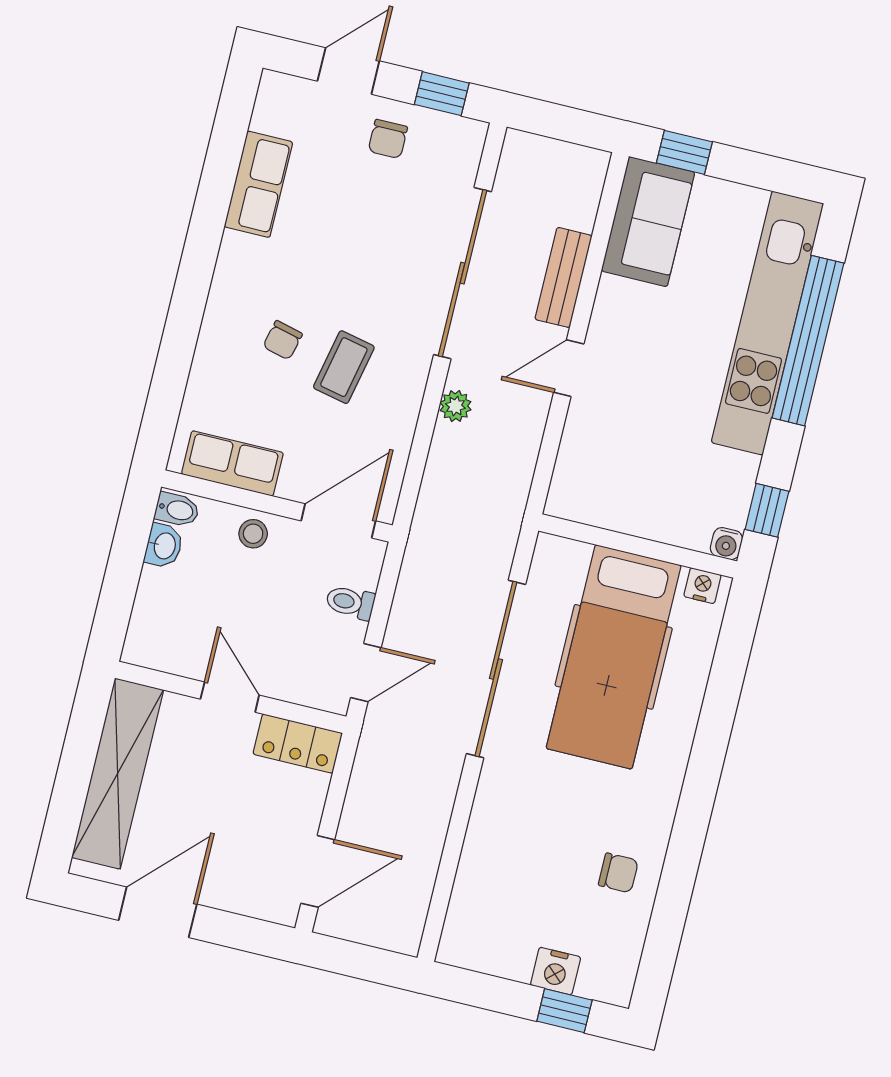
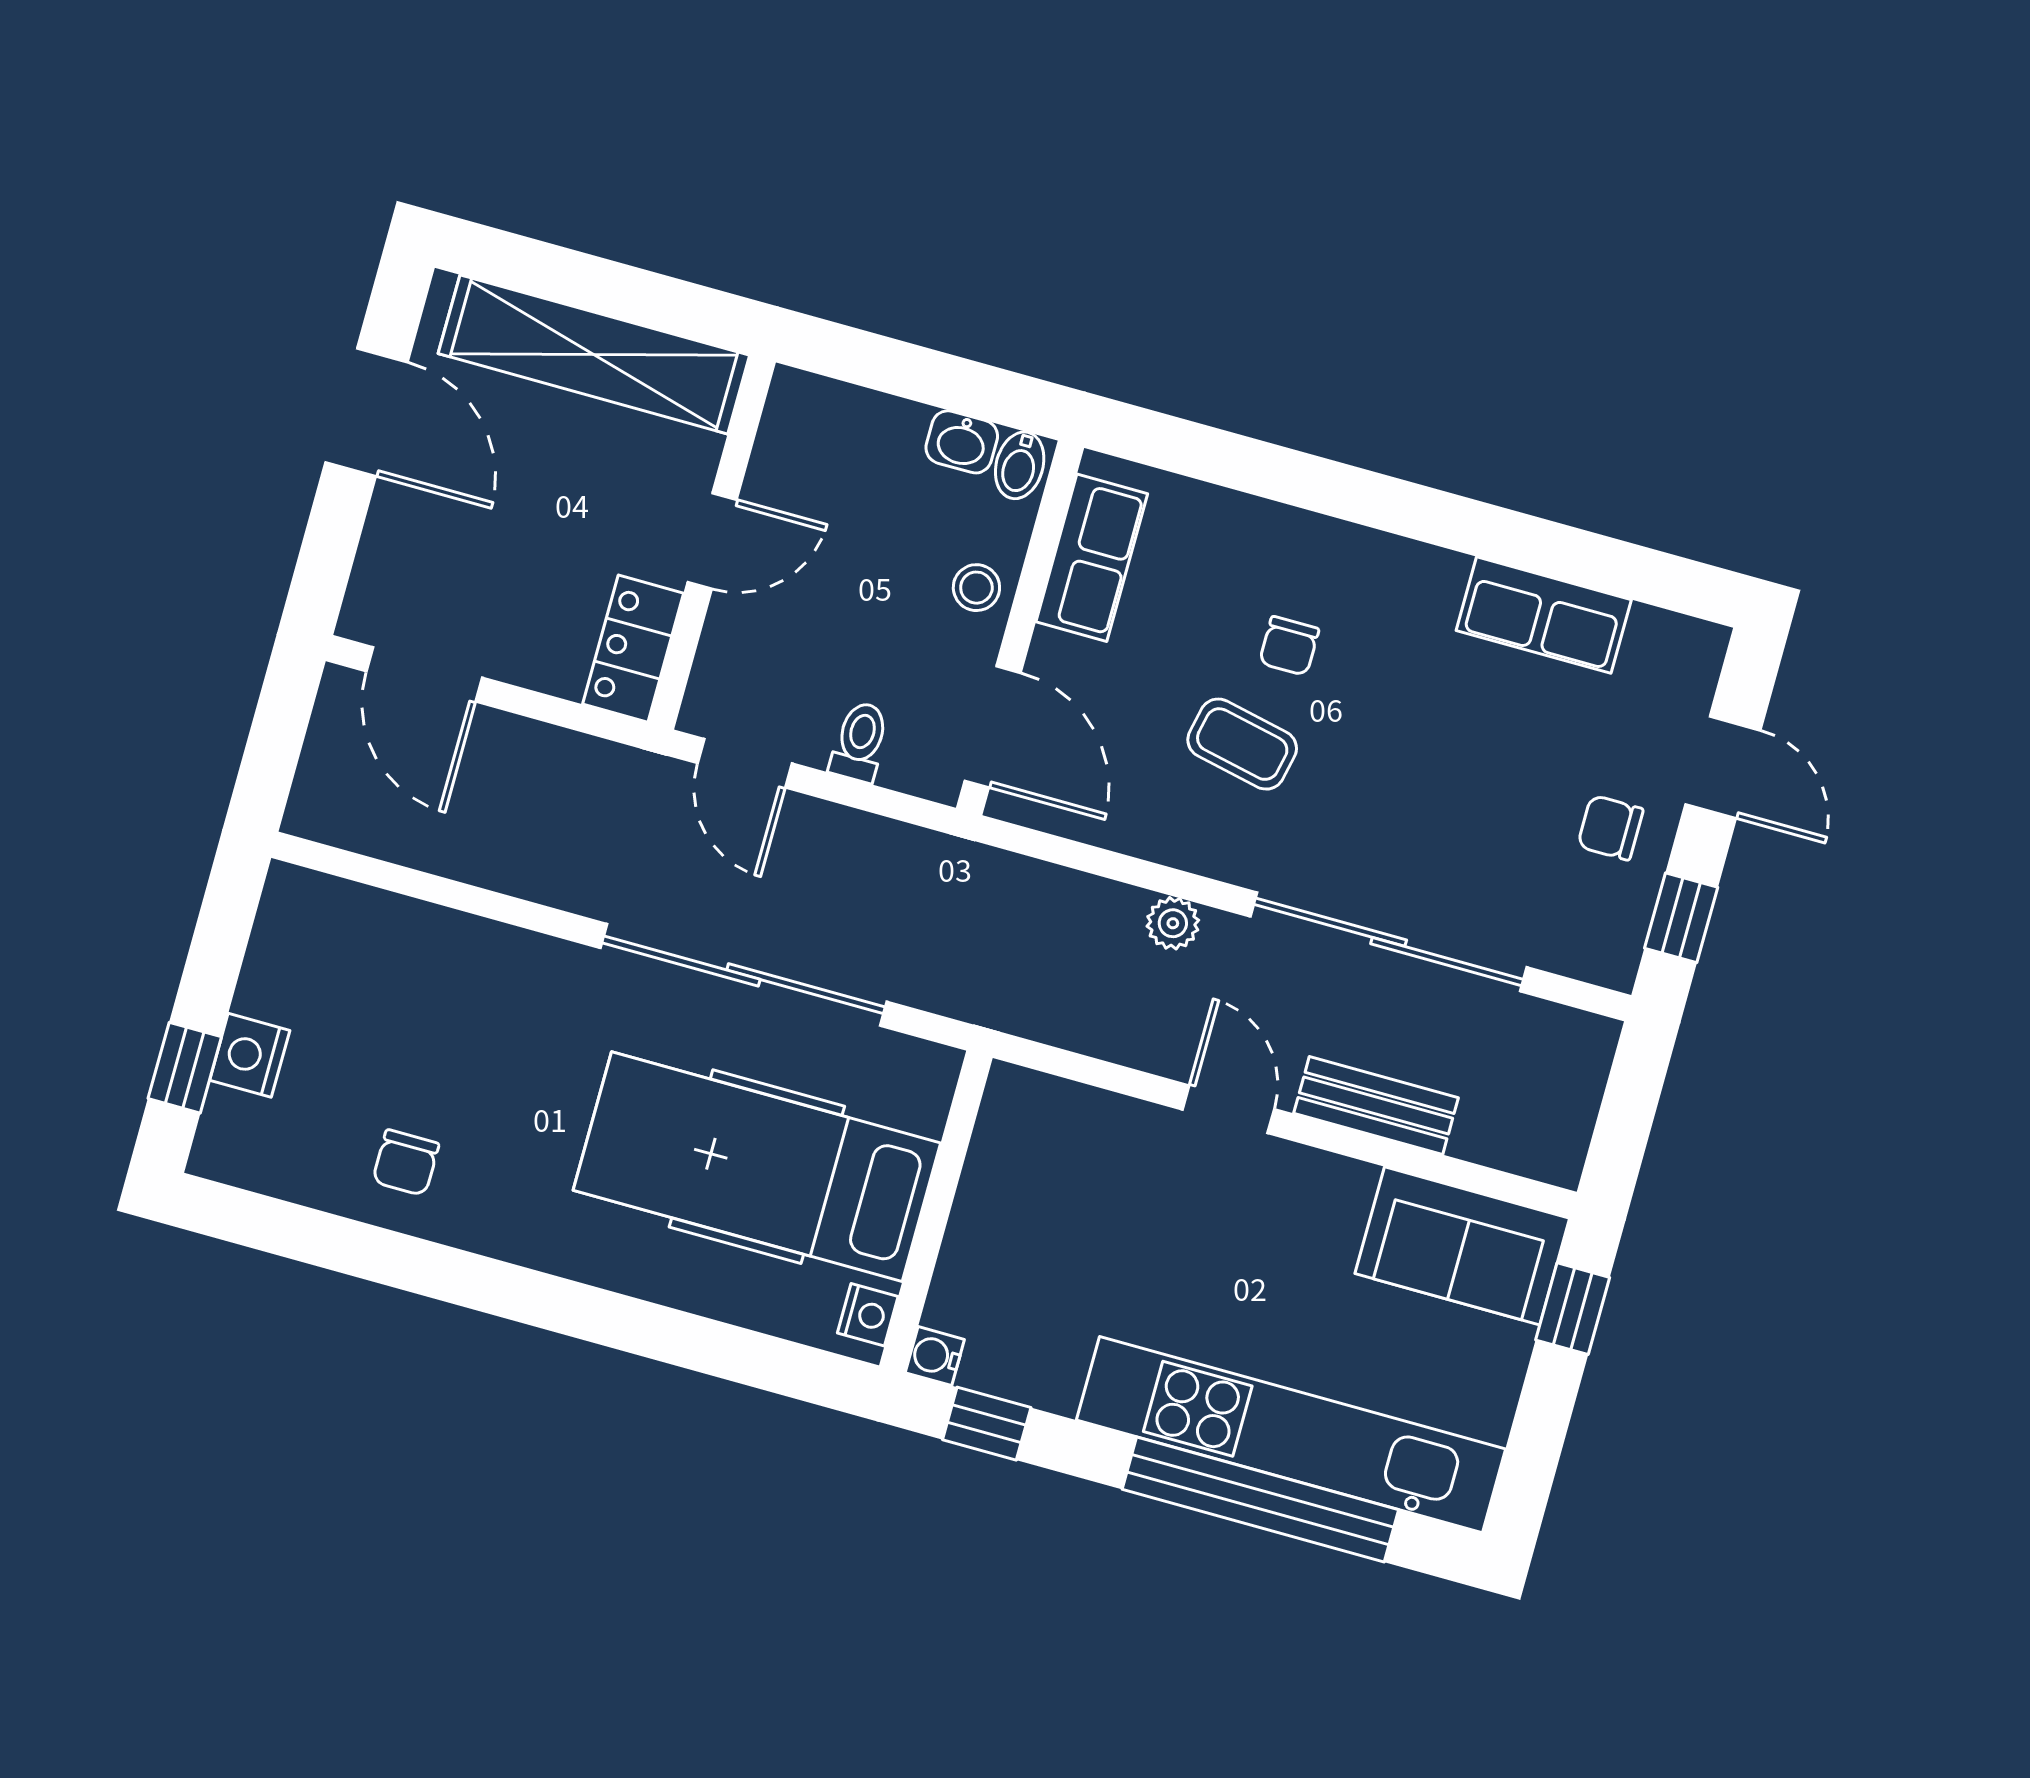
chair: (283, 340) -> (1289, 646), turned -104

